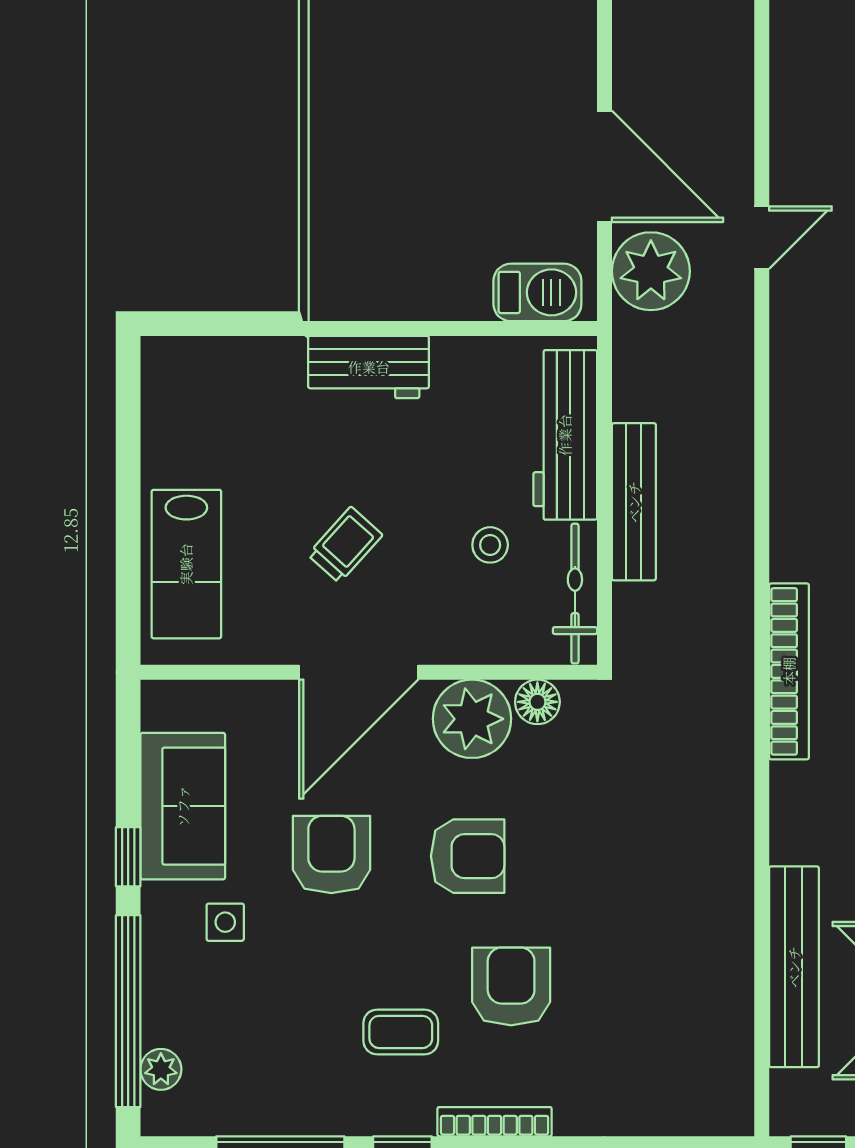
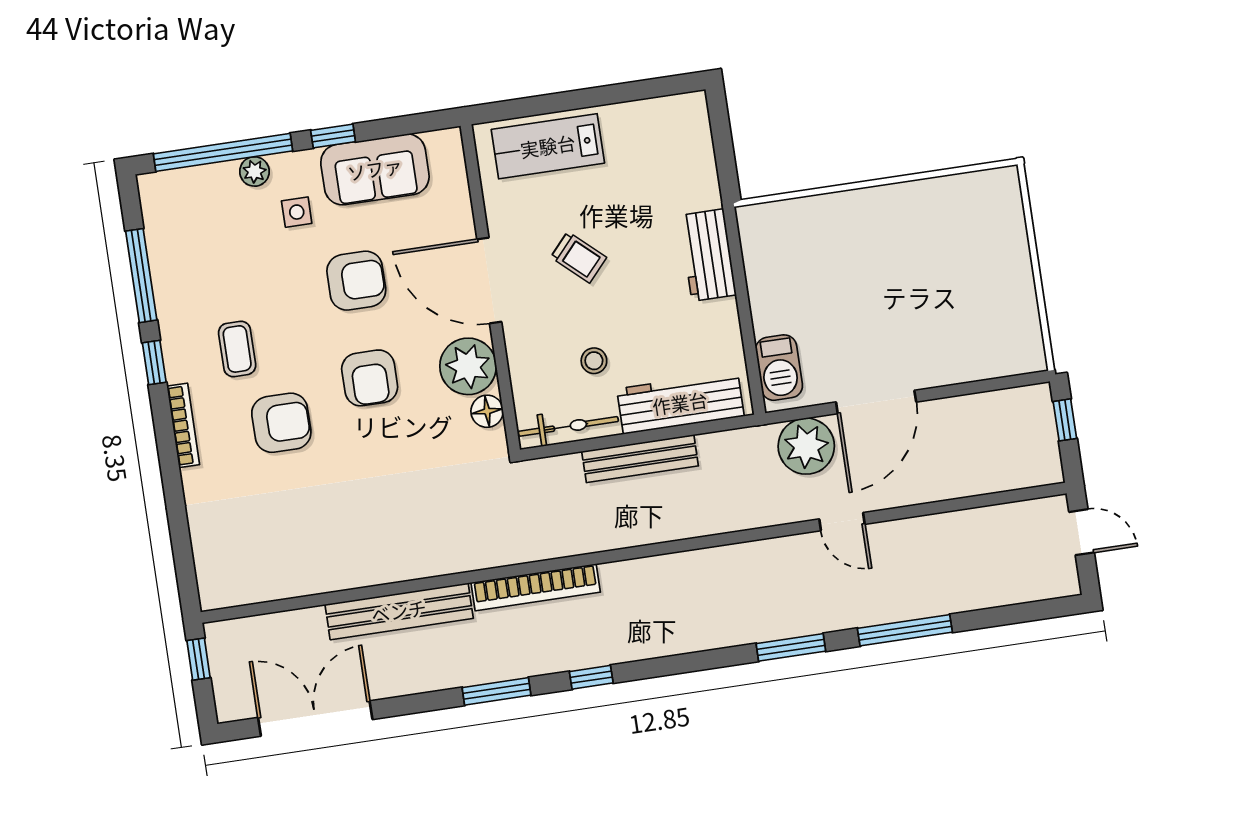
bench: (794, 967) -> (399, 611), moved
plant: (161, 1069) -> (254, 171), moved

